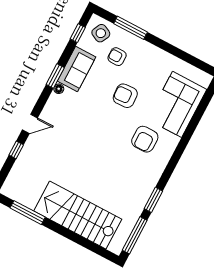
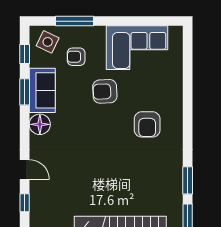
window: (55, 76) -> (25, 92), moved
floor lamp: (59, 89) -> (40, 124), width x1.89, depth x1.89
corner sofa: (177, 104) -> (137, 48), moved, turned -90
door: (30, 124) -> (25, 169), hinge flipped

